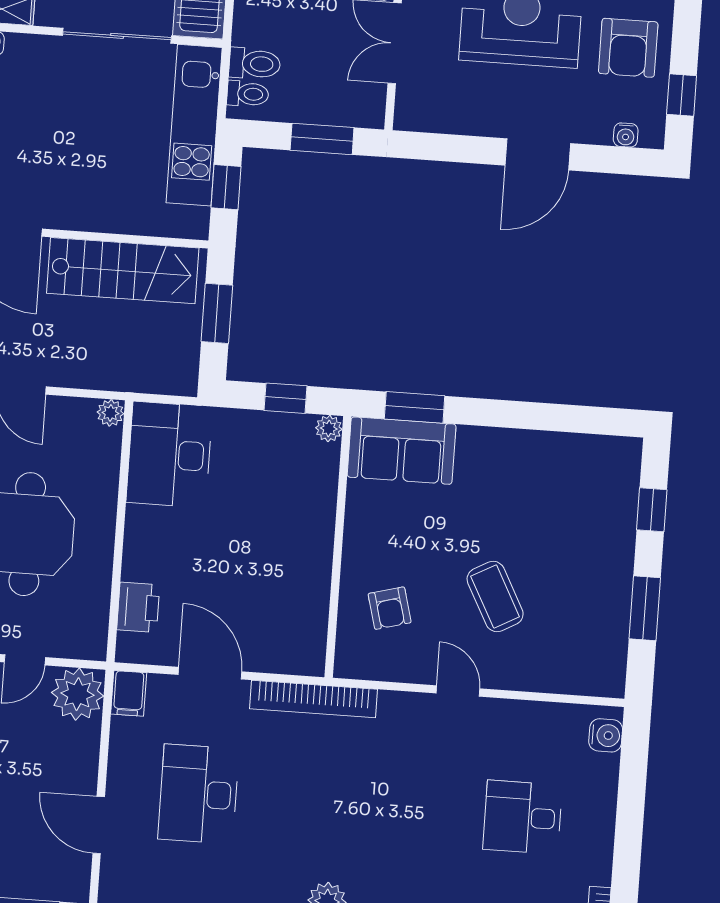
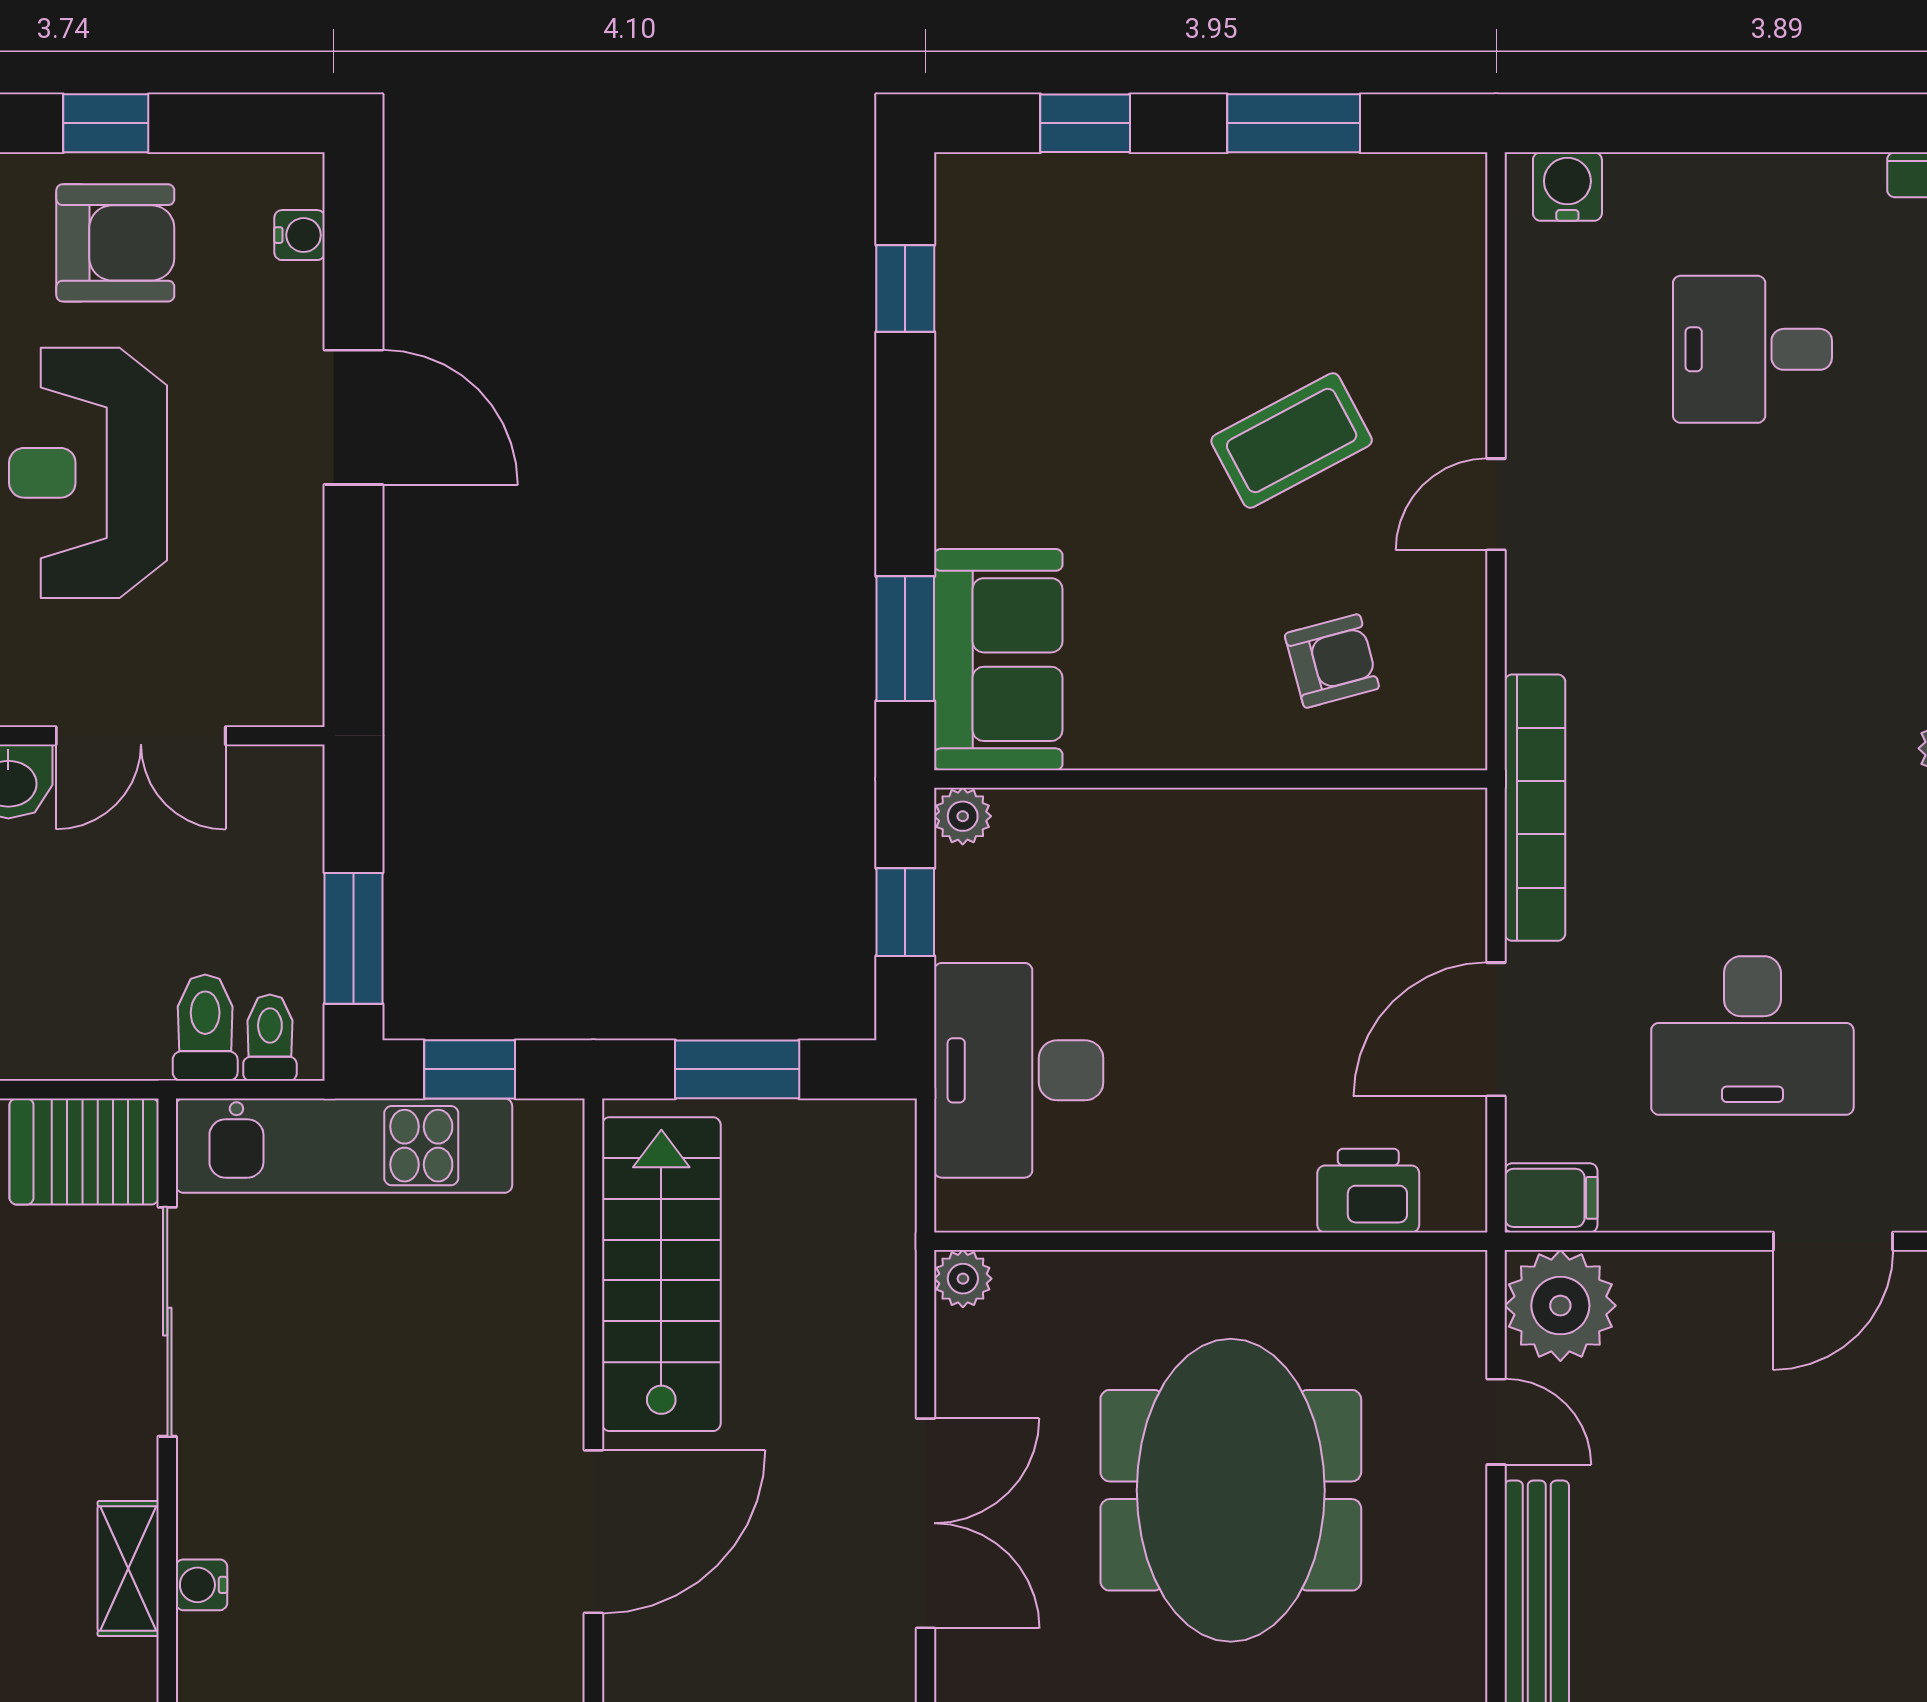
window: (682, 95) -> (106, 123), moved
window: (322, 139) -> (354, 938), moved
window: (580, 419) -> (905, 288), added
desk: (169, 455) -> (1019, 1070), moved, turned 90
desk: (523, 817) -> (1752, 349), turned 90

